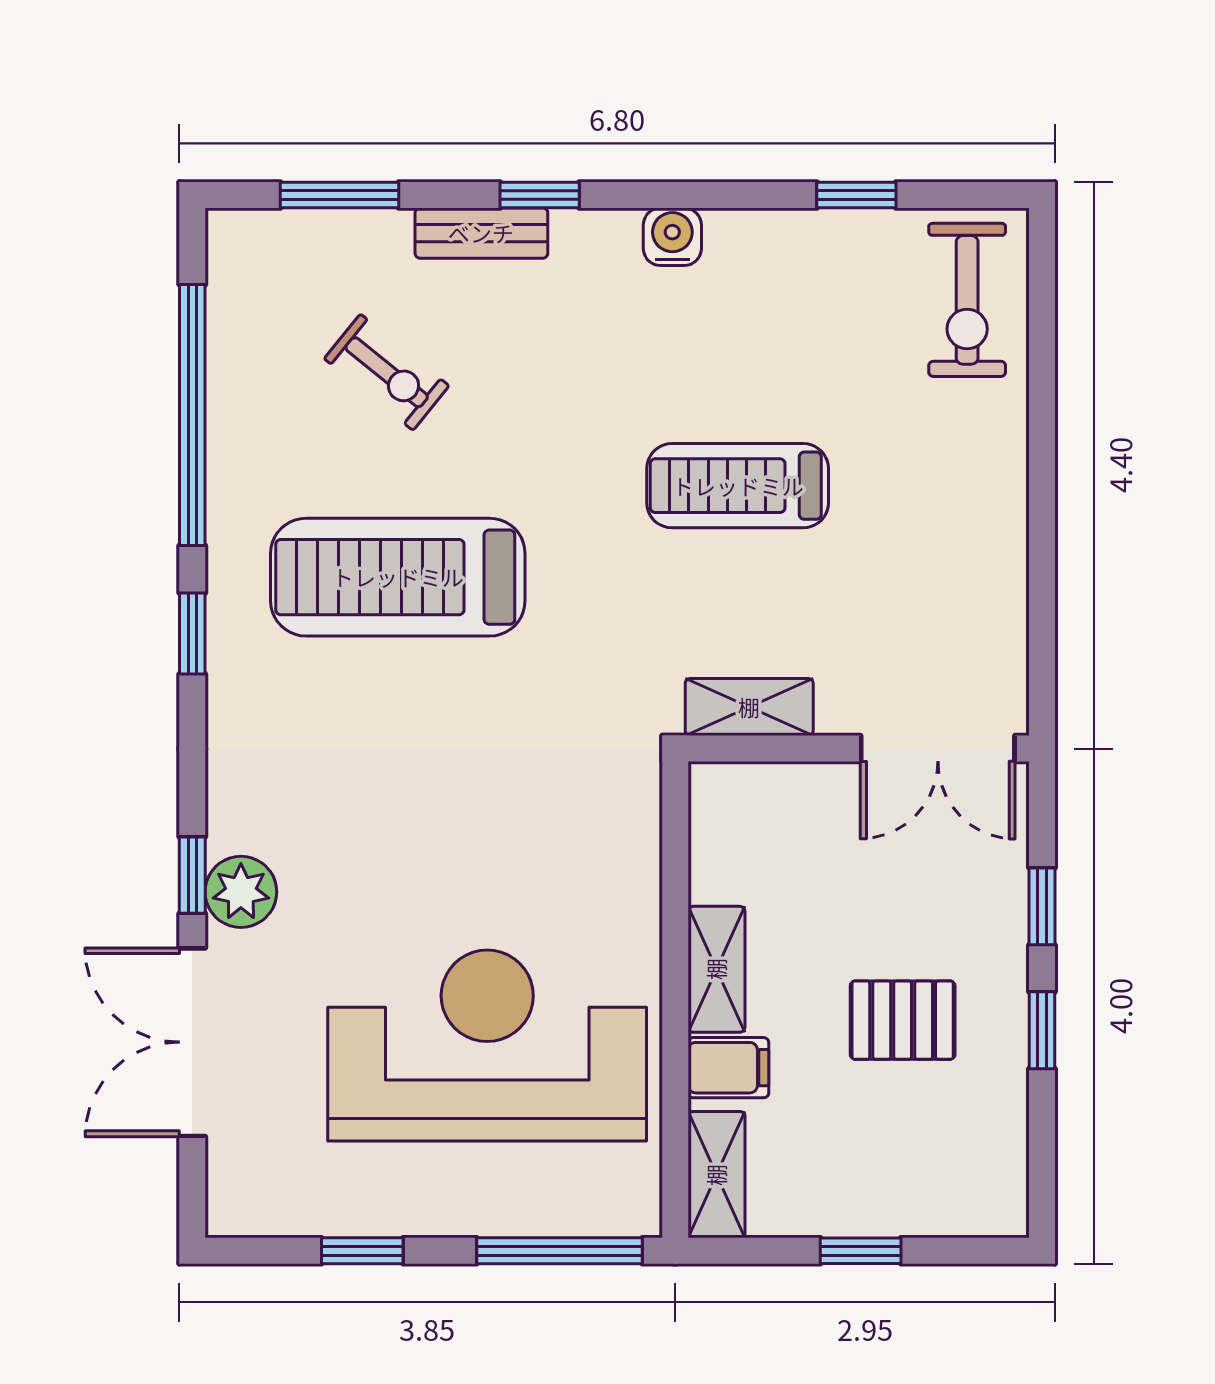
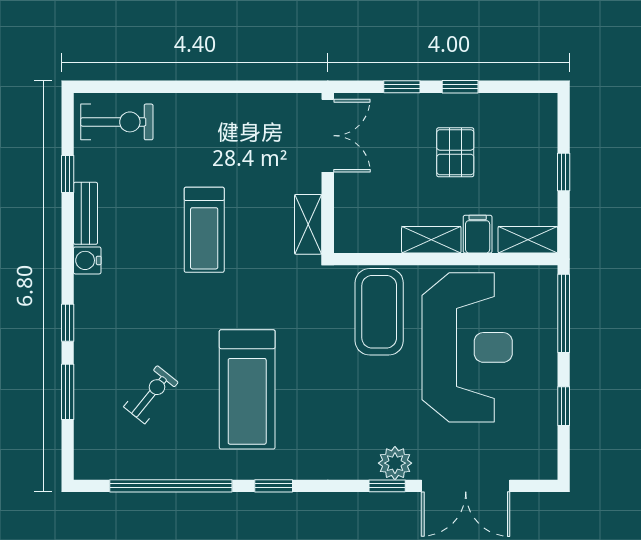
window: (340, 195) -> (68, 392), moved
bench: (481, 233) -> (86, 213), moved
coffee table: (563, 858) -> (379, 312), added
reception desk: (487, 1045) -> (467, 347), turned 180

